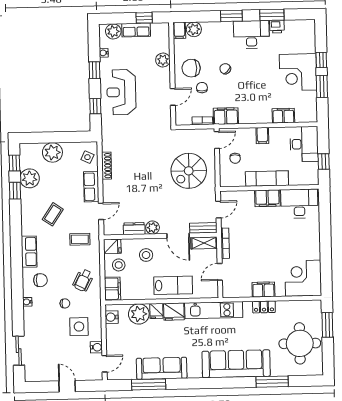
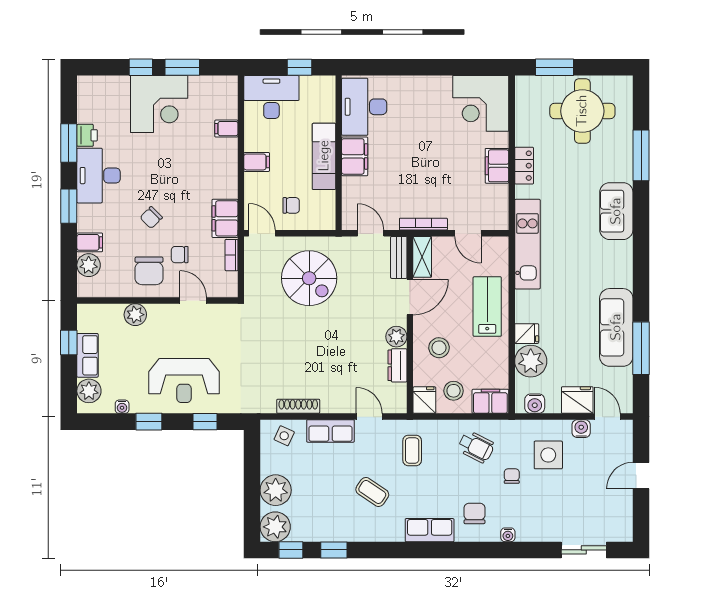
filing cabinet: (179, 30) -> (90, 242), moved
filing cabinet: (283, 116) -> (226, 129), width x0.50
plant: (30, 178) -> (275, 527), moved
fridge: (174, 312) -> (577, 400), moved, turned -90
sofa: (236, 364) -> (616, 211), width x0.54, depth x0.79

